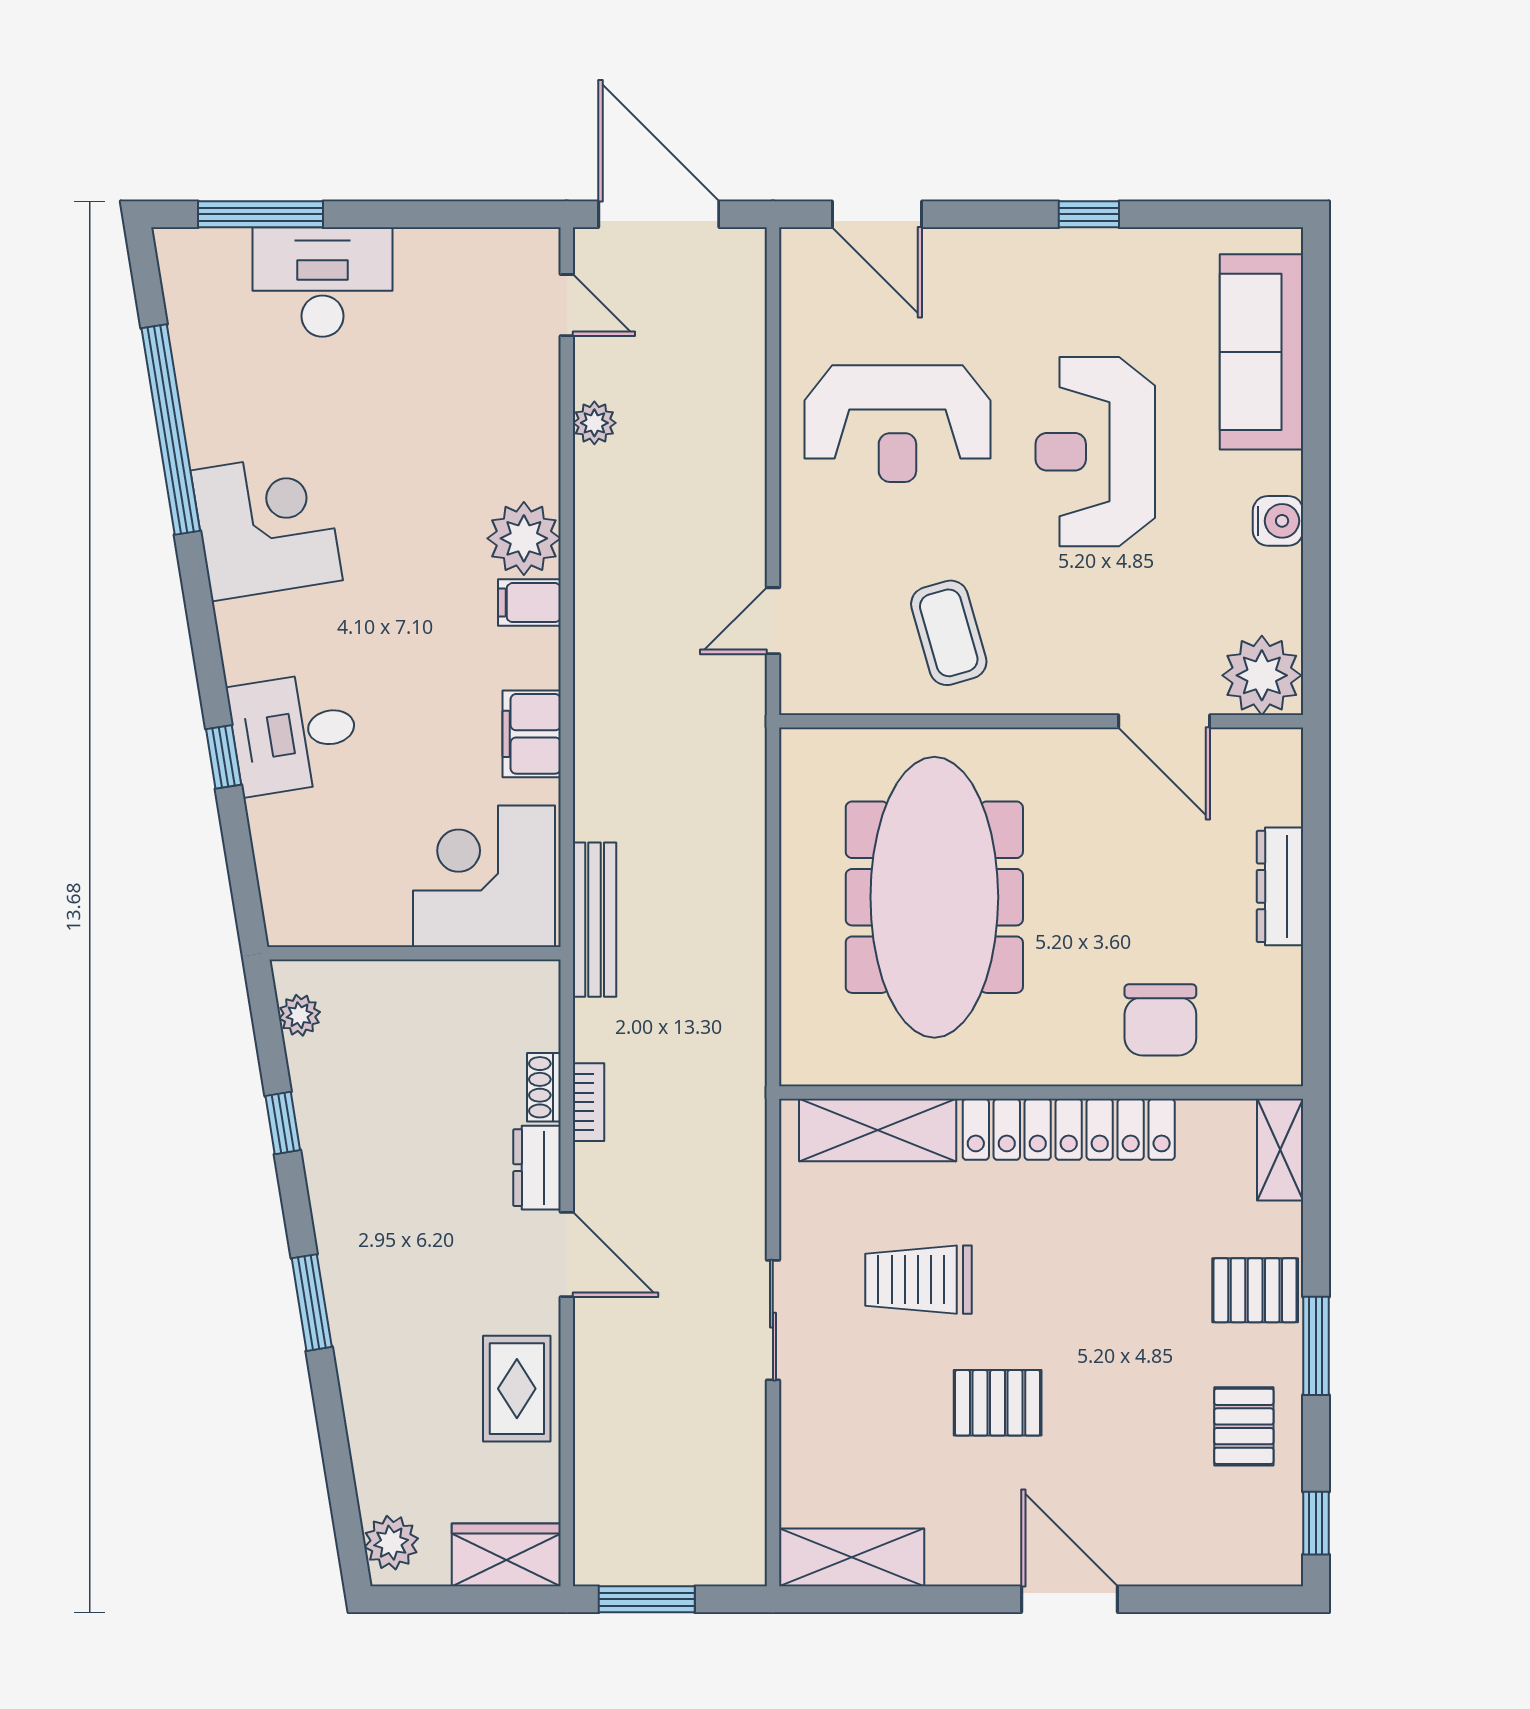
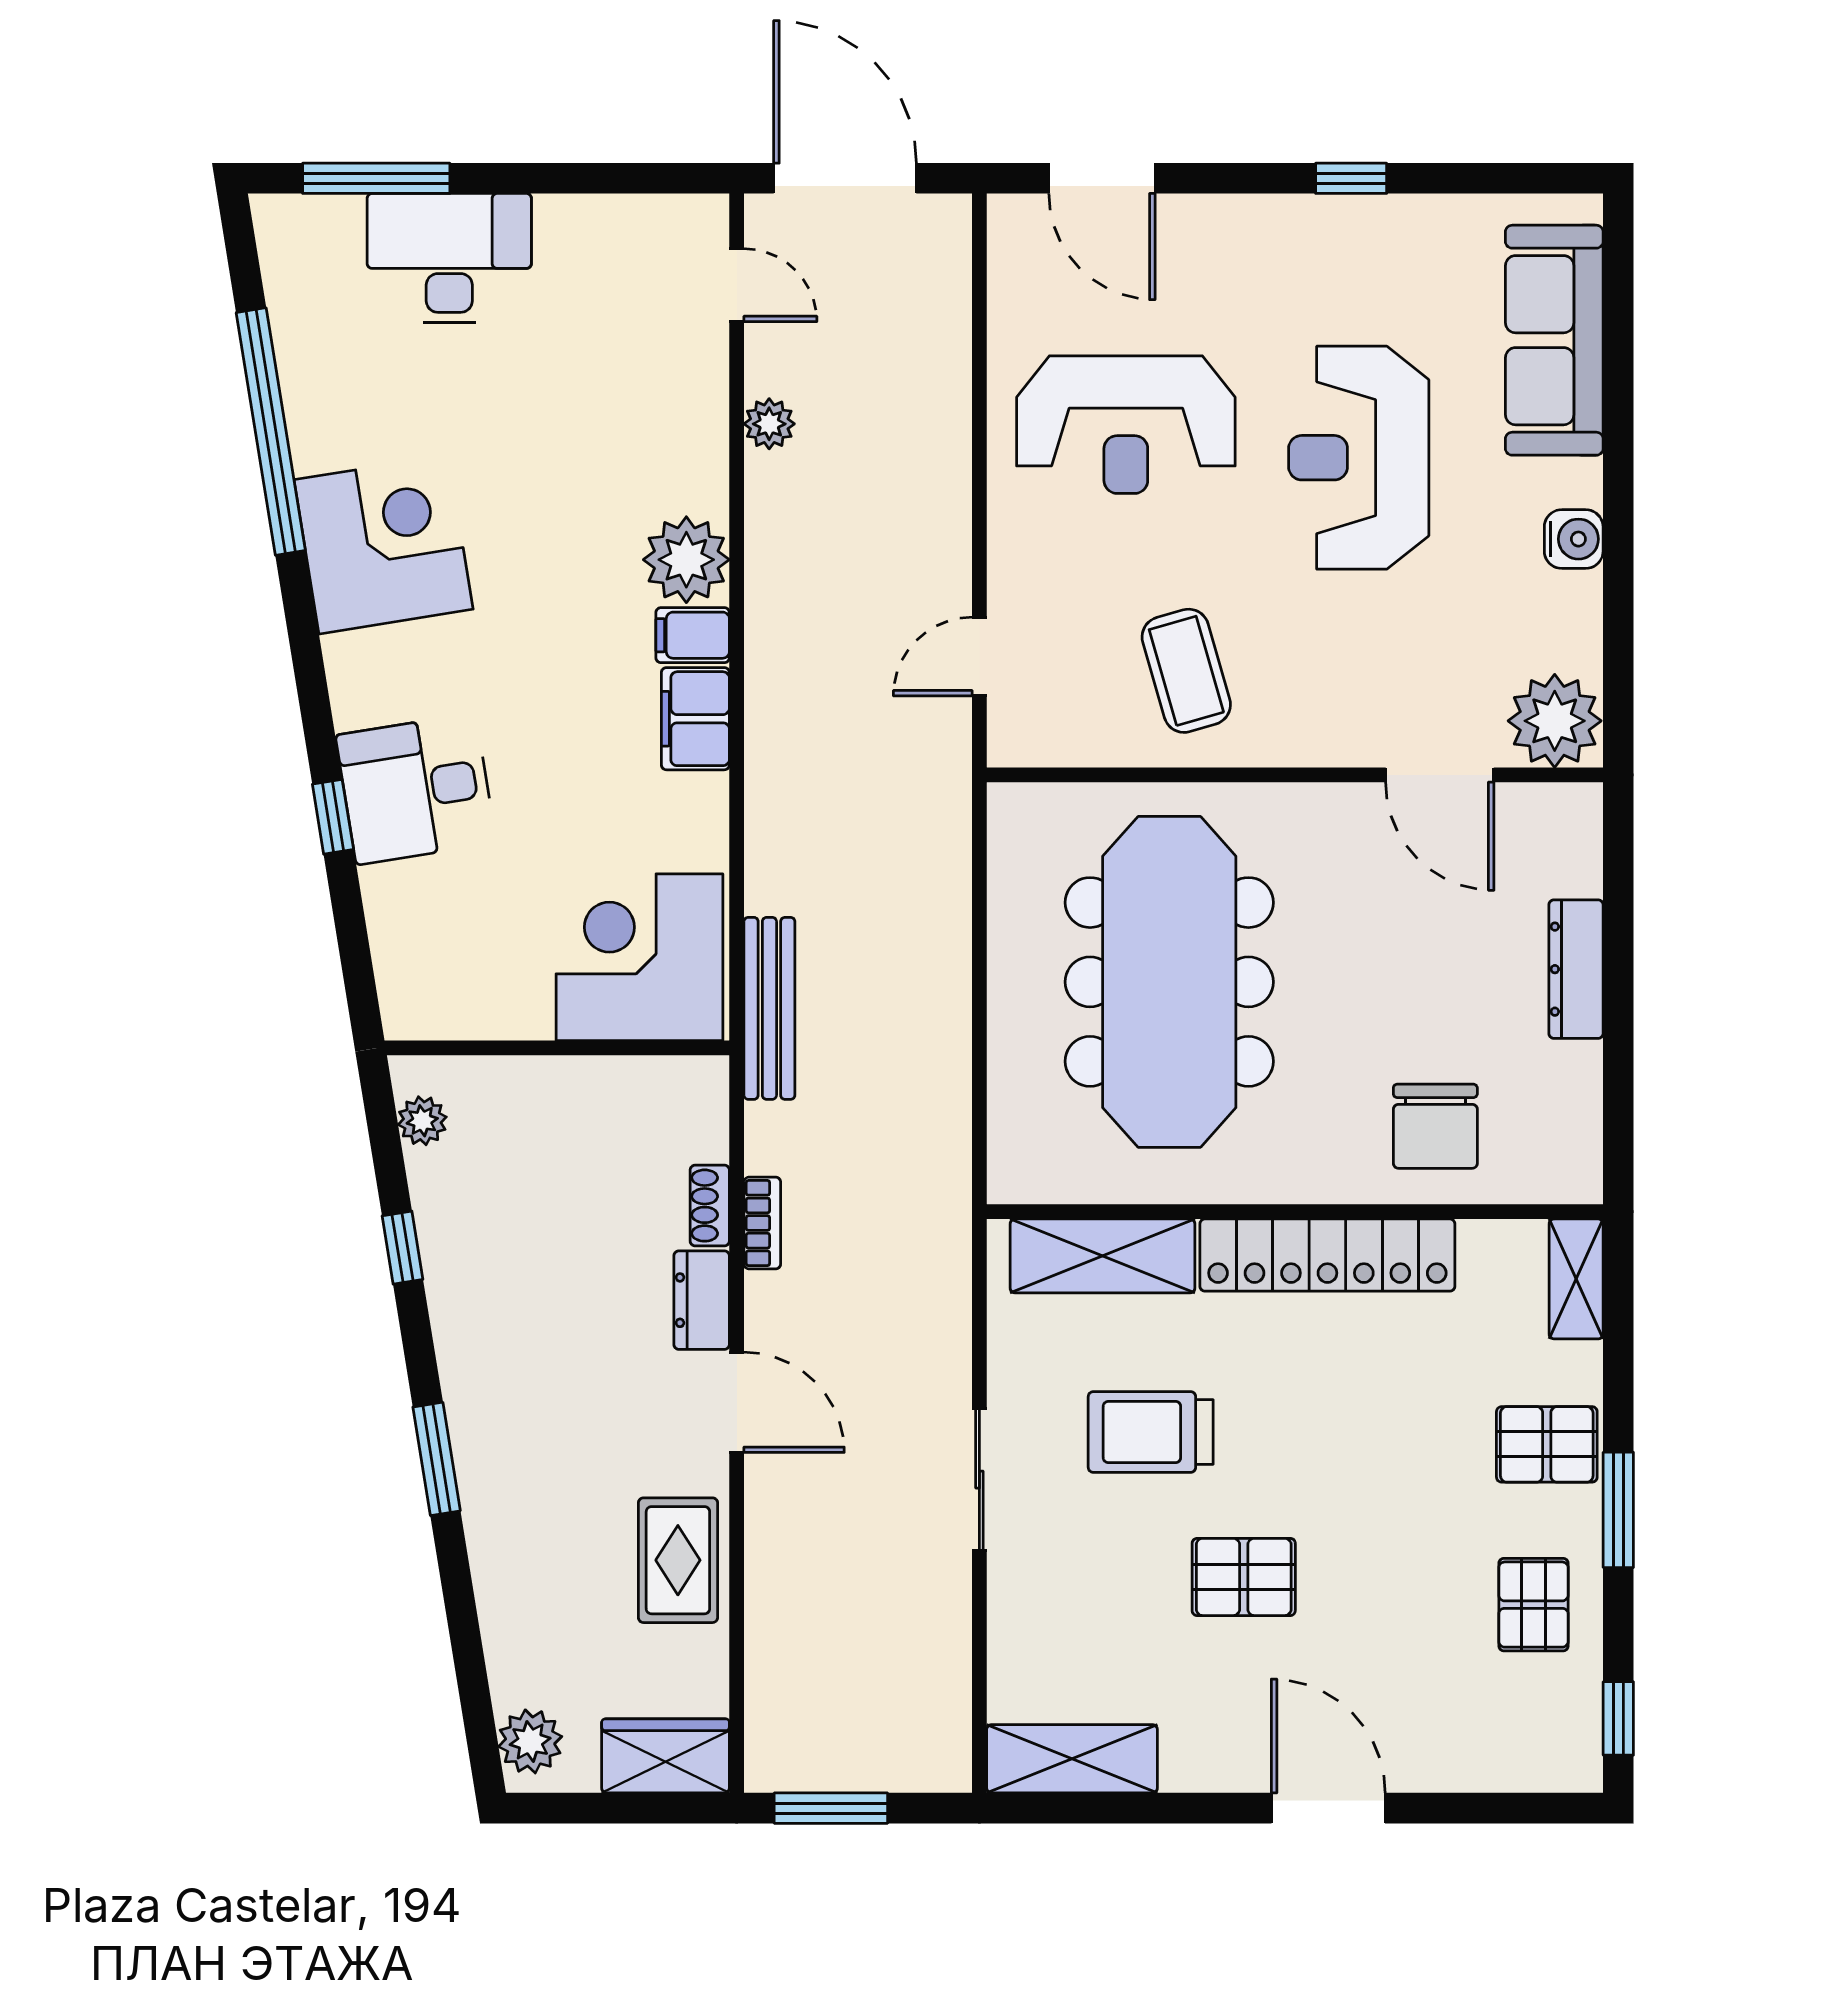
filing cabinet: (532, 734) -> (695, 719), moved

